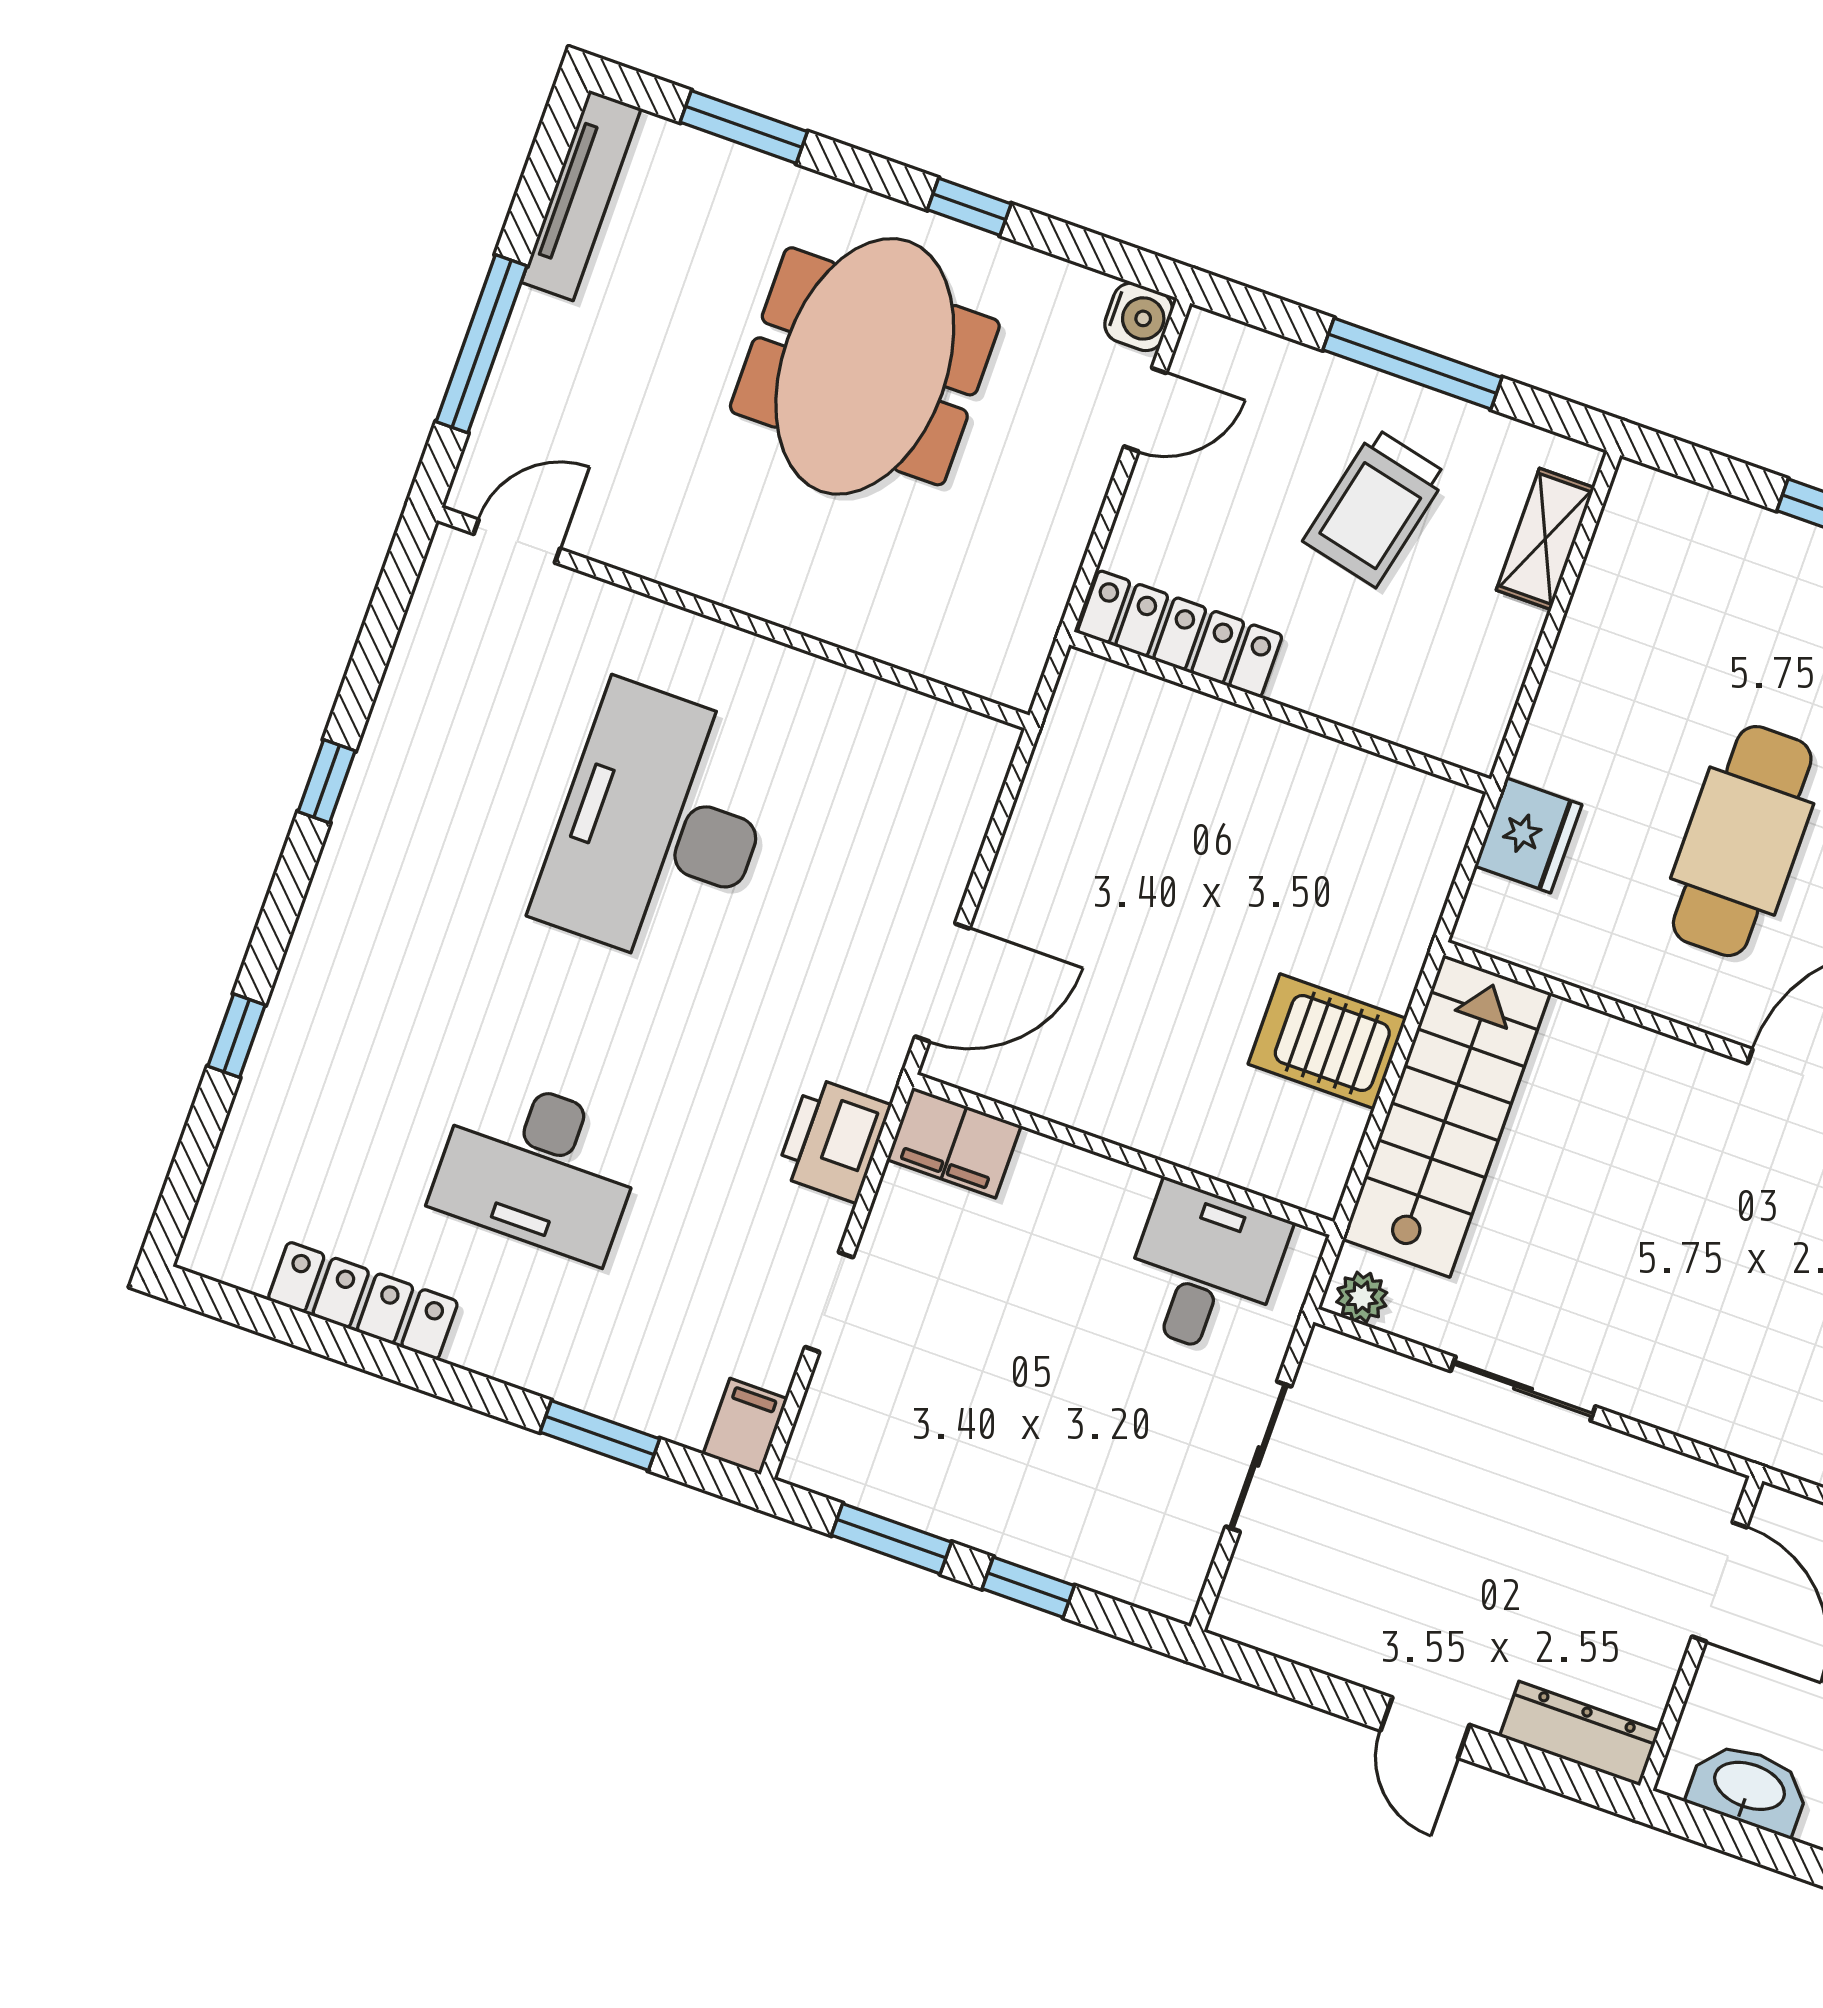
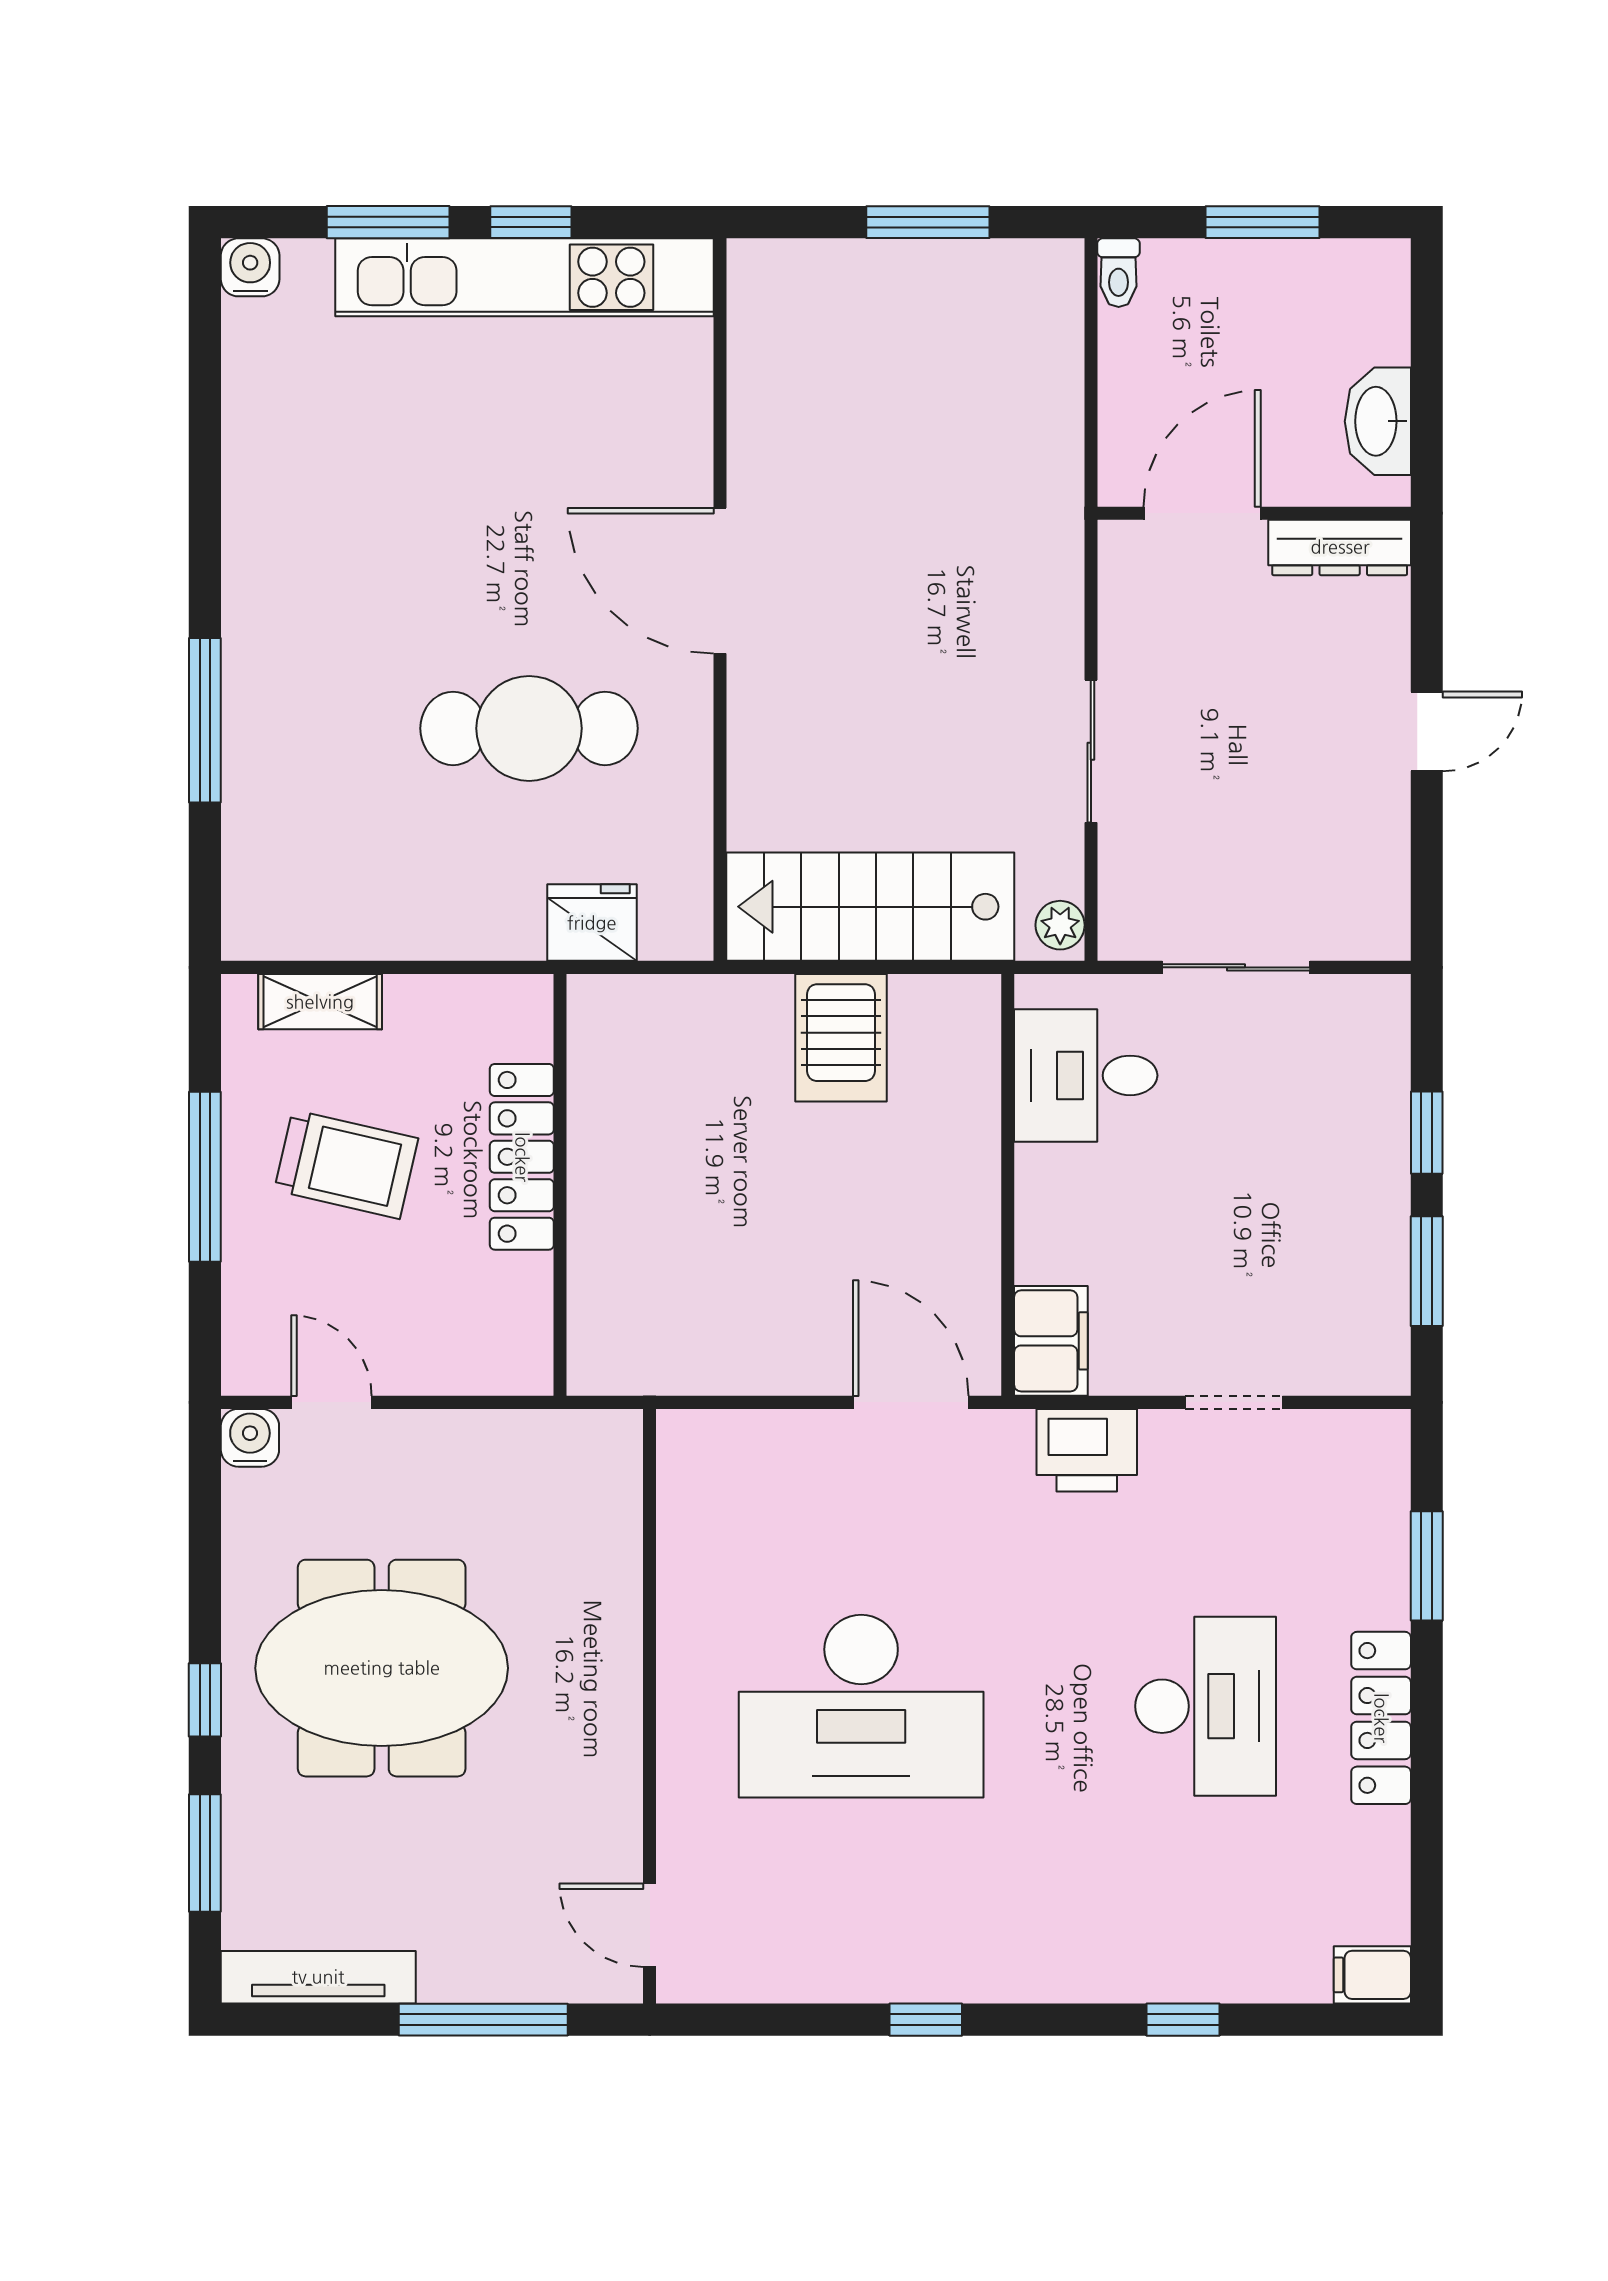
window: (969, 207) -> (205, 1700), moved
locker: (1180, 634) -> (522, 1157), moved
locker: (363, 1301) -> (1381, 1718), moved
filing cabinet: (745, 1426) -> (1372, 1975), moved
dresser: (1579, 1734) -> (1340, 547), moved, turned -90

